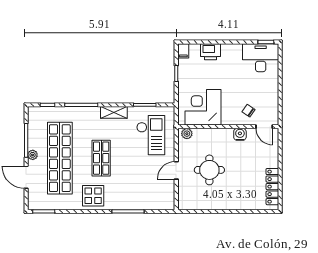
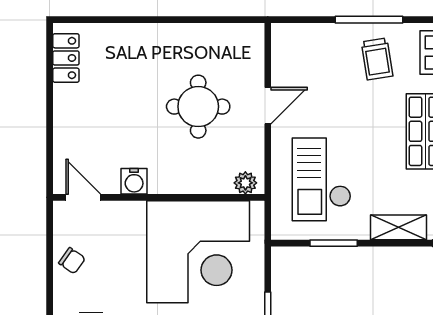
corner desk: (203, 107) -> (198, 252), width x1.36, depth x1.36
chair: (248, 111) -> (72, 261), moved
locker: (272, 187) -> (66, 58), width x0.66
trolley: (124, 193) -> (377, 59), added

